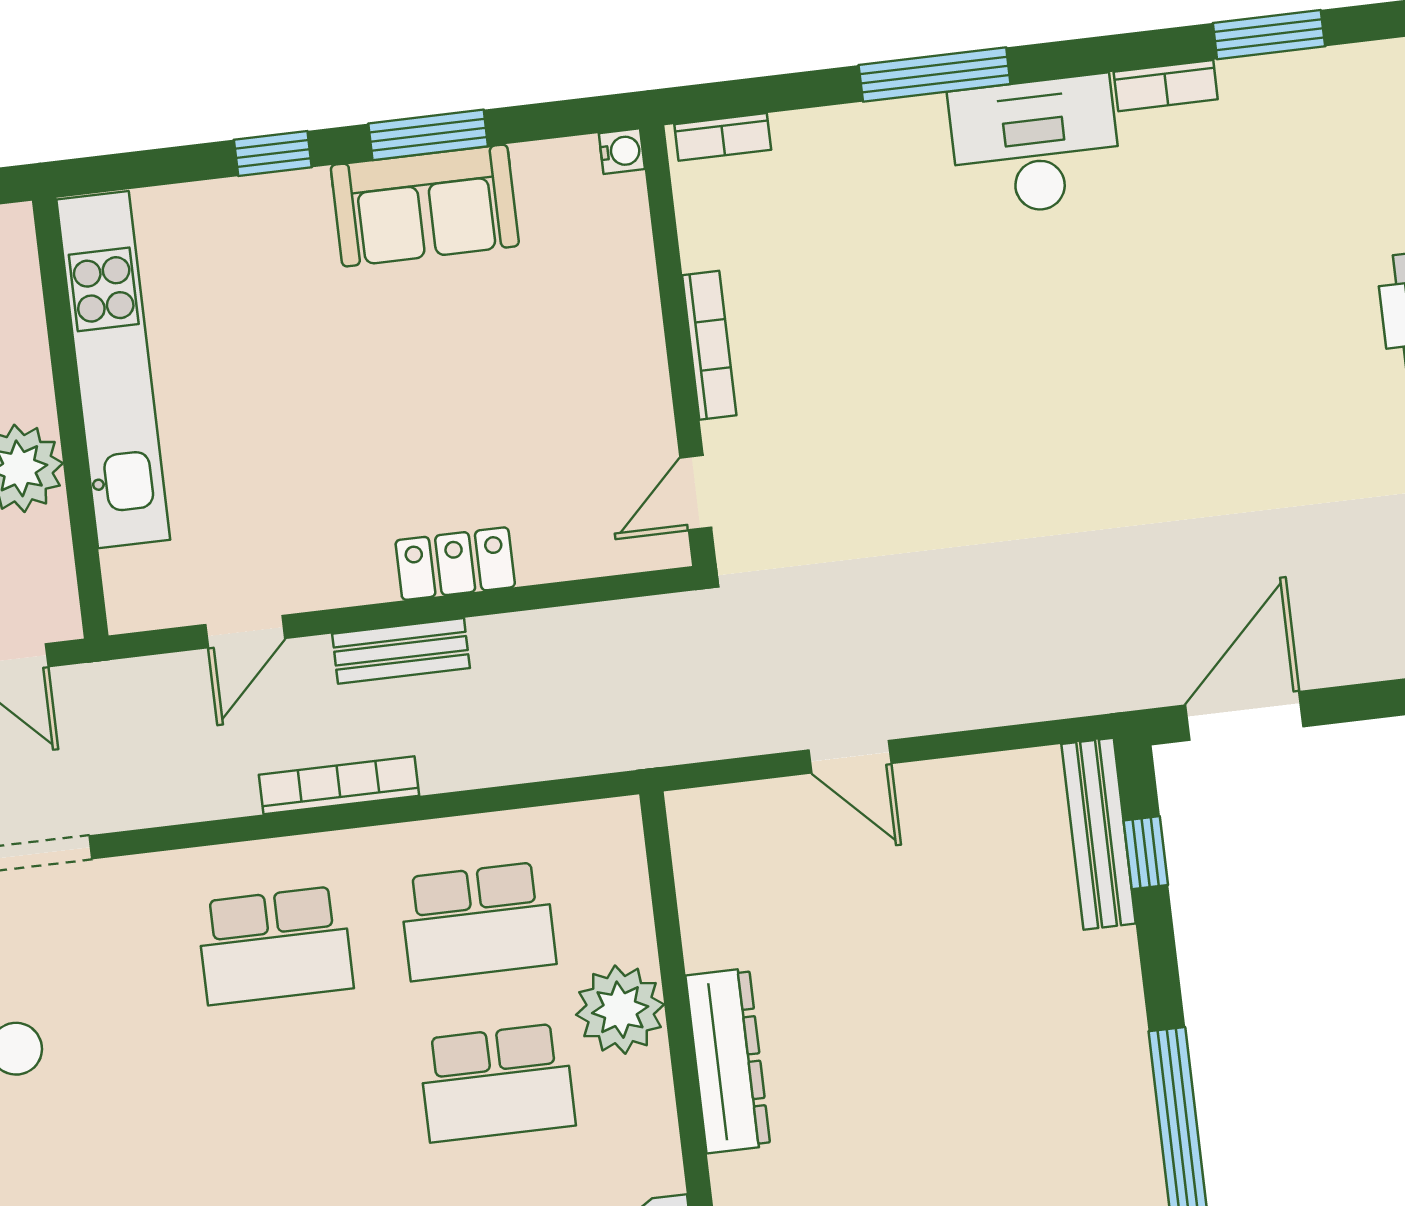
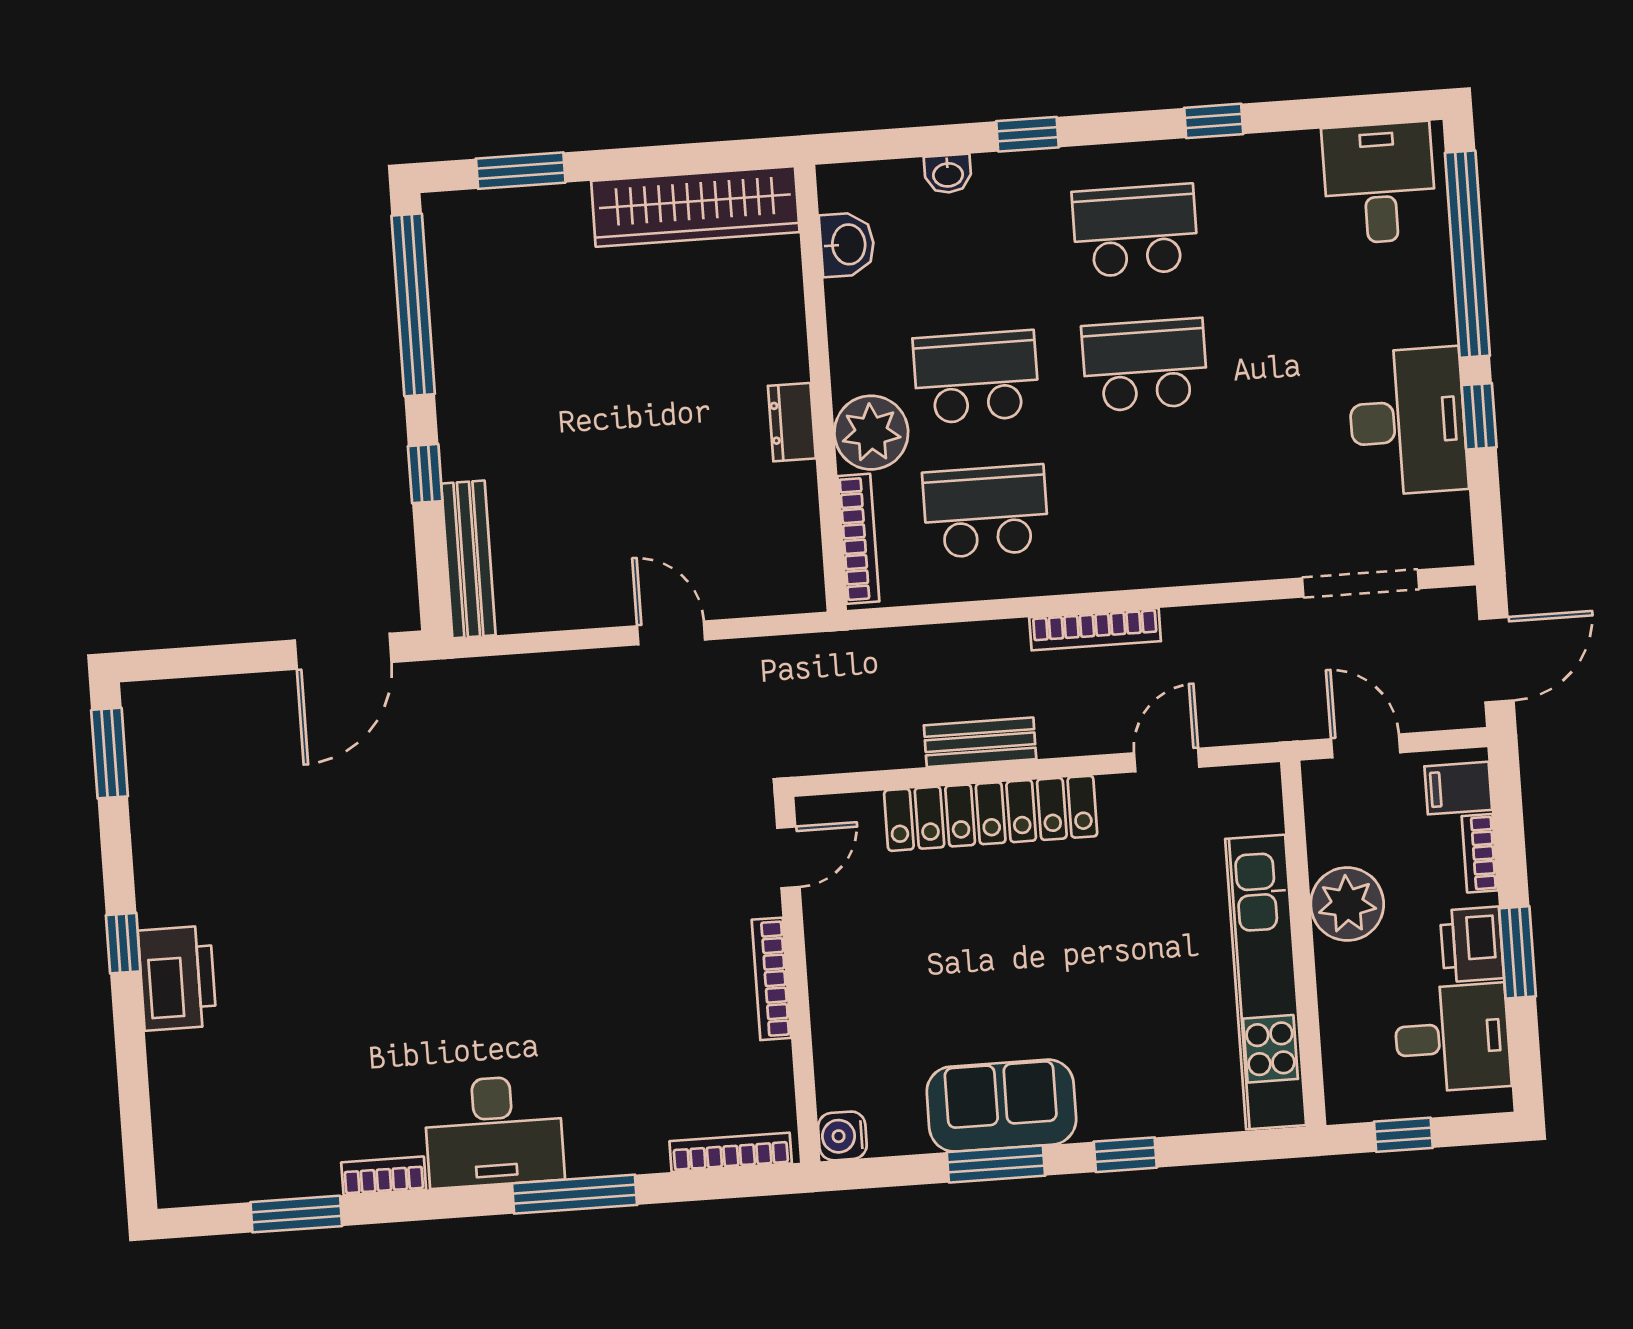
bookcase: (723, 137) -> (731, 1152), width x1.56
water cooler: (622, 151) -> (842, 1136), width x1.38, depth x1.38
locker: (455, 564) -> (991, 813), width x2.16, depth x1.21
bench: (401, 651) -> (980, 742), moved
window: (1146, 853) -> (425, 474), moved
bookcase: (630, 881) -> (858, 539), added
school desk: (275, 945) -> (1145, 365), moved
dresser: (728, 1061) -> (792, 422), width x0.51, depth x0.80

